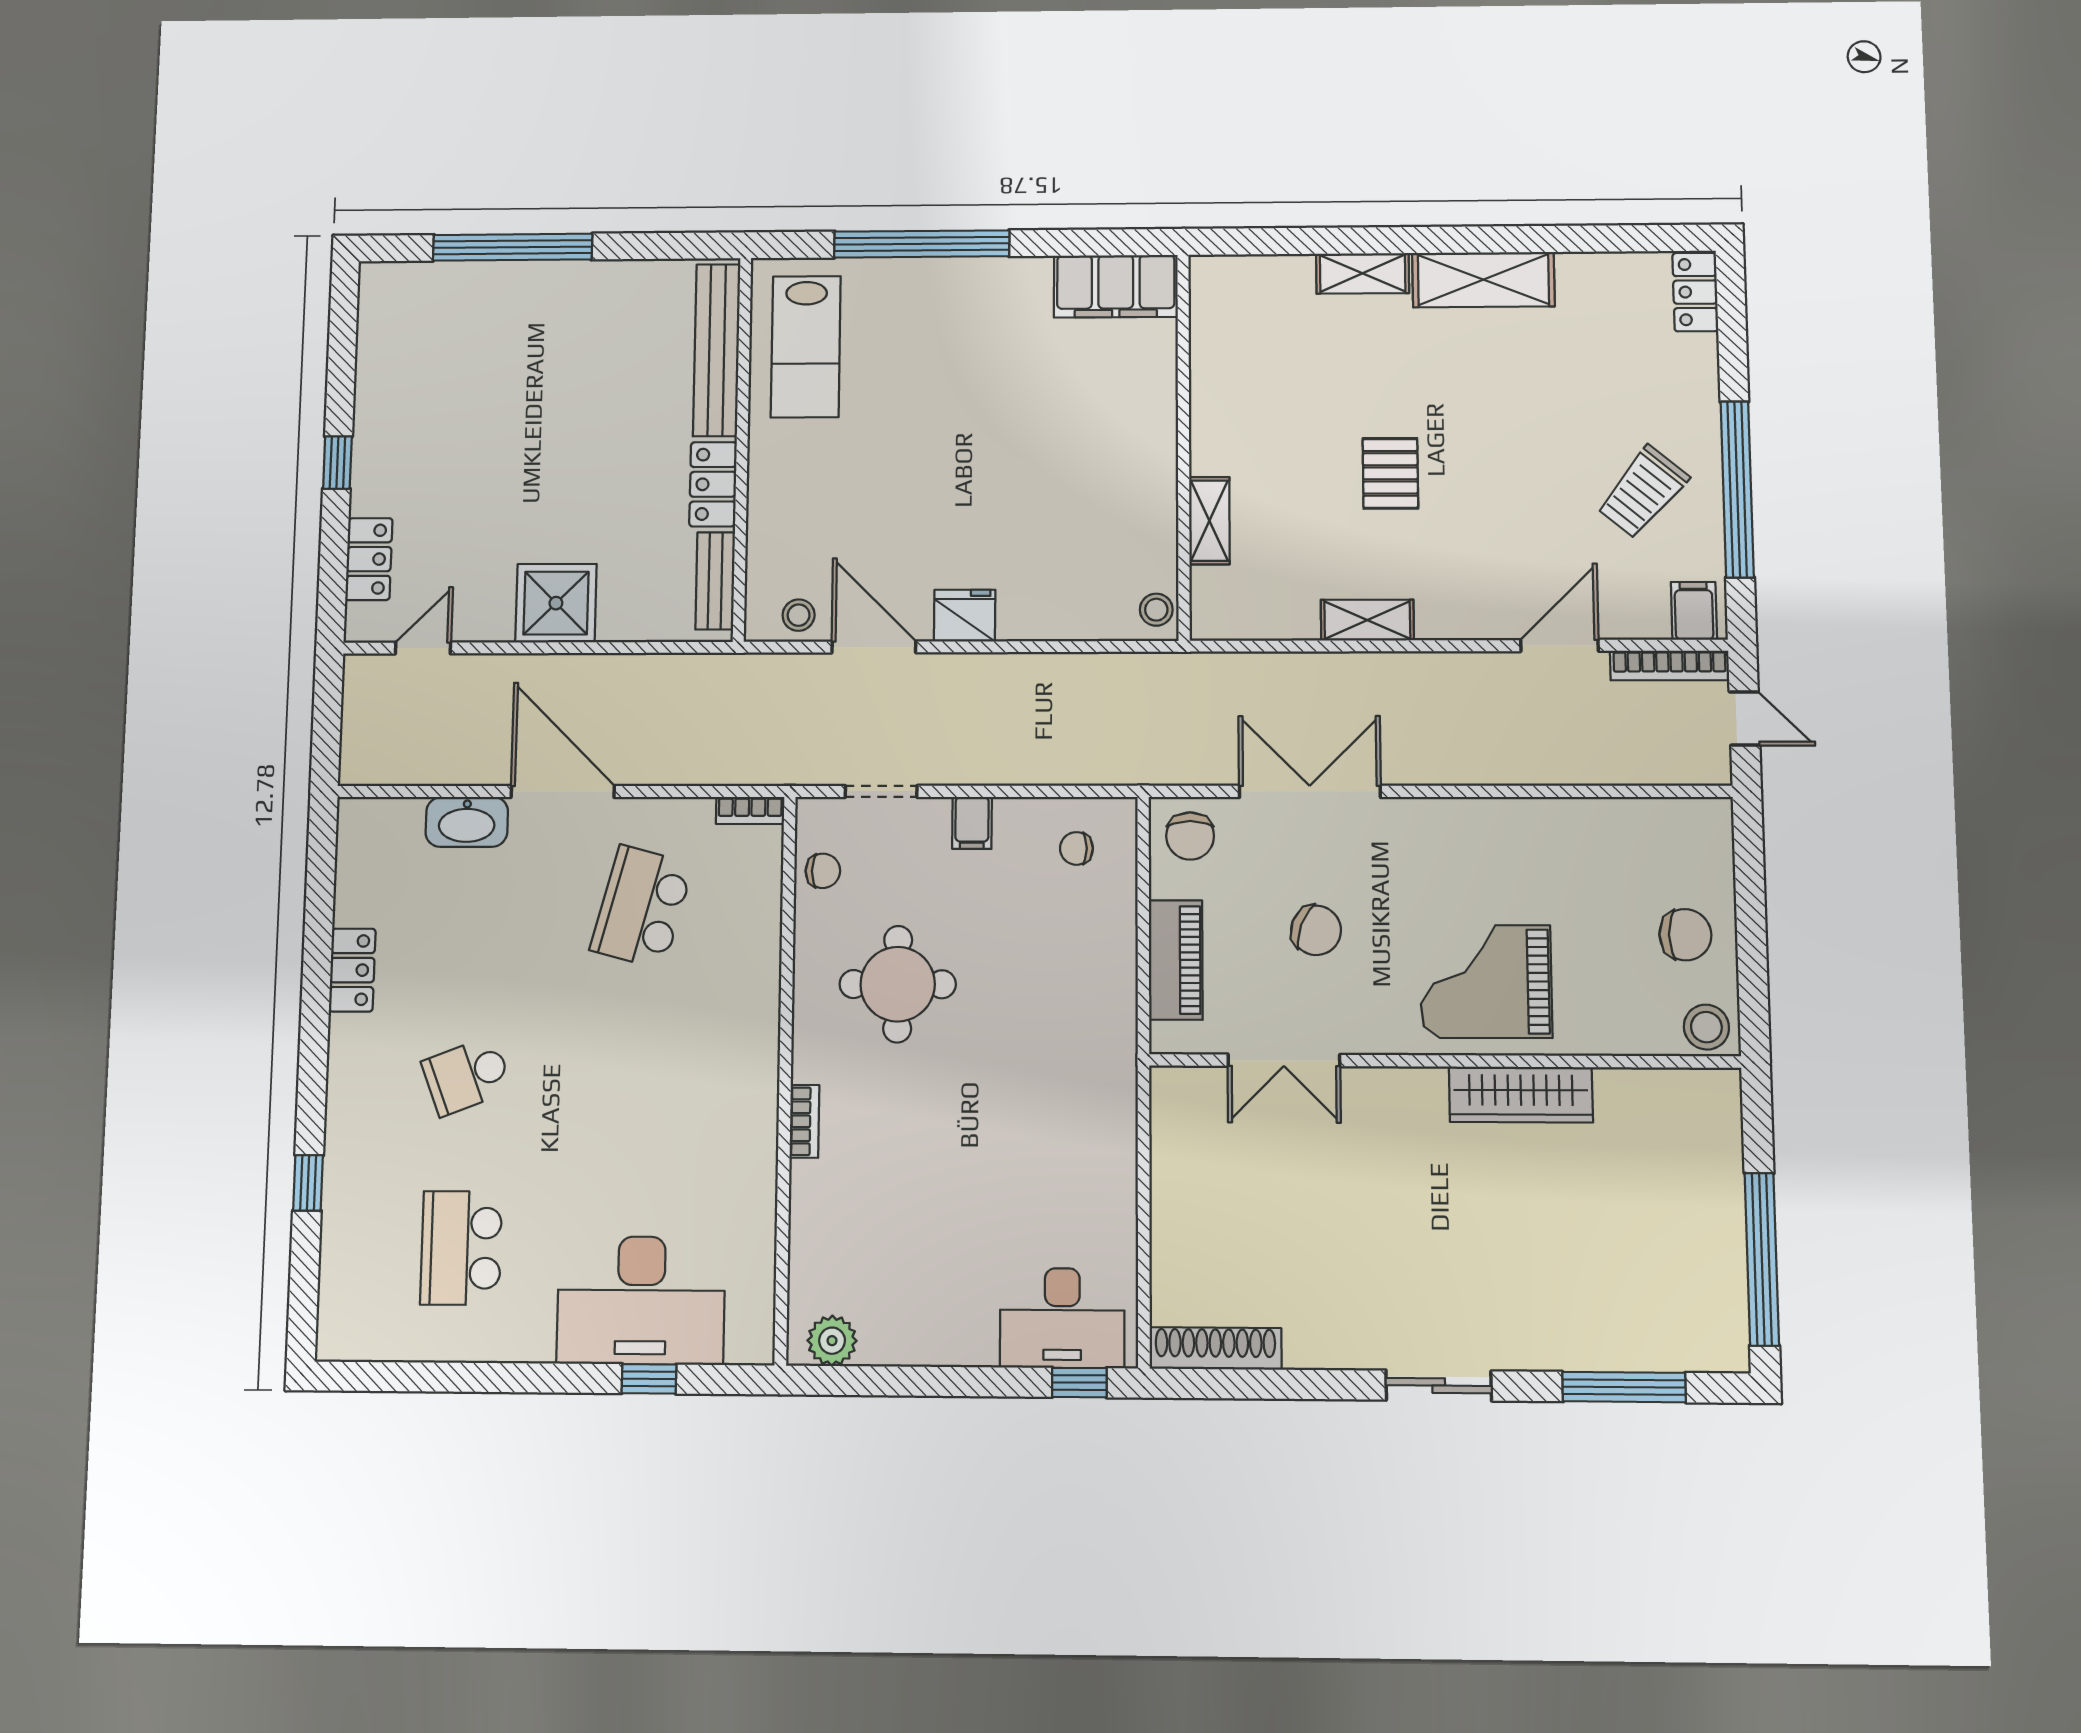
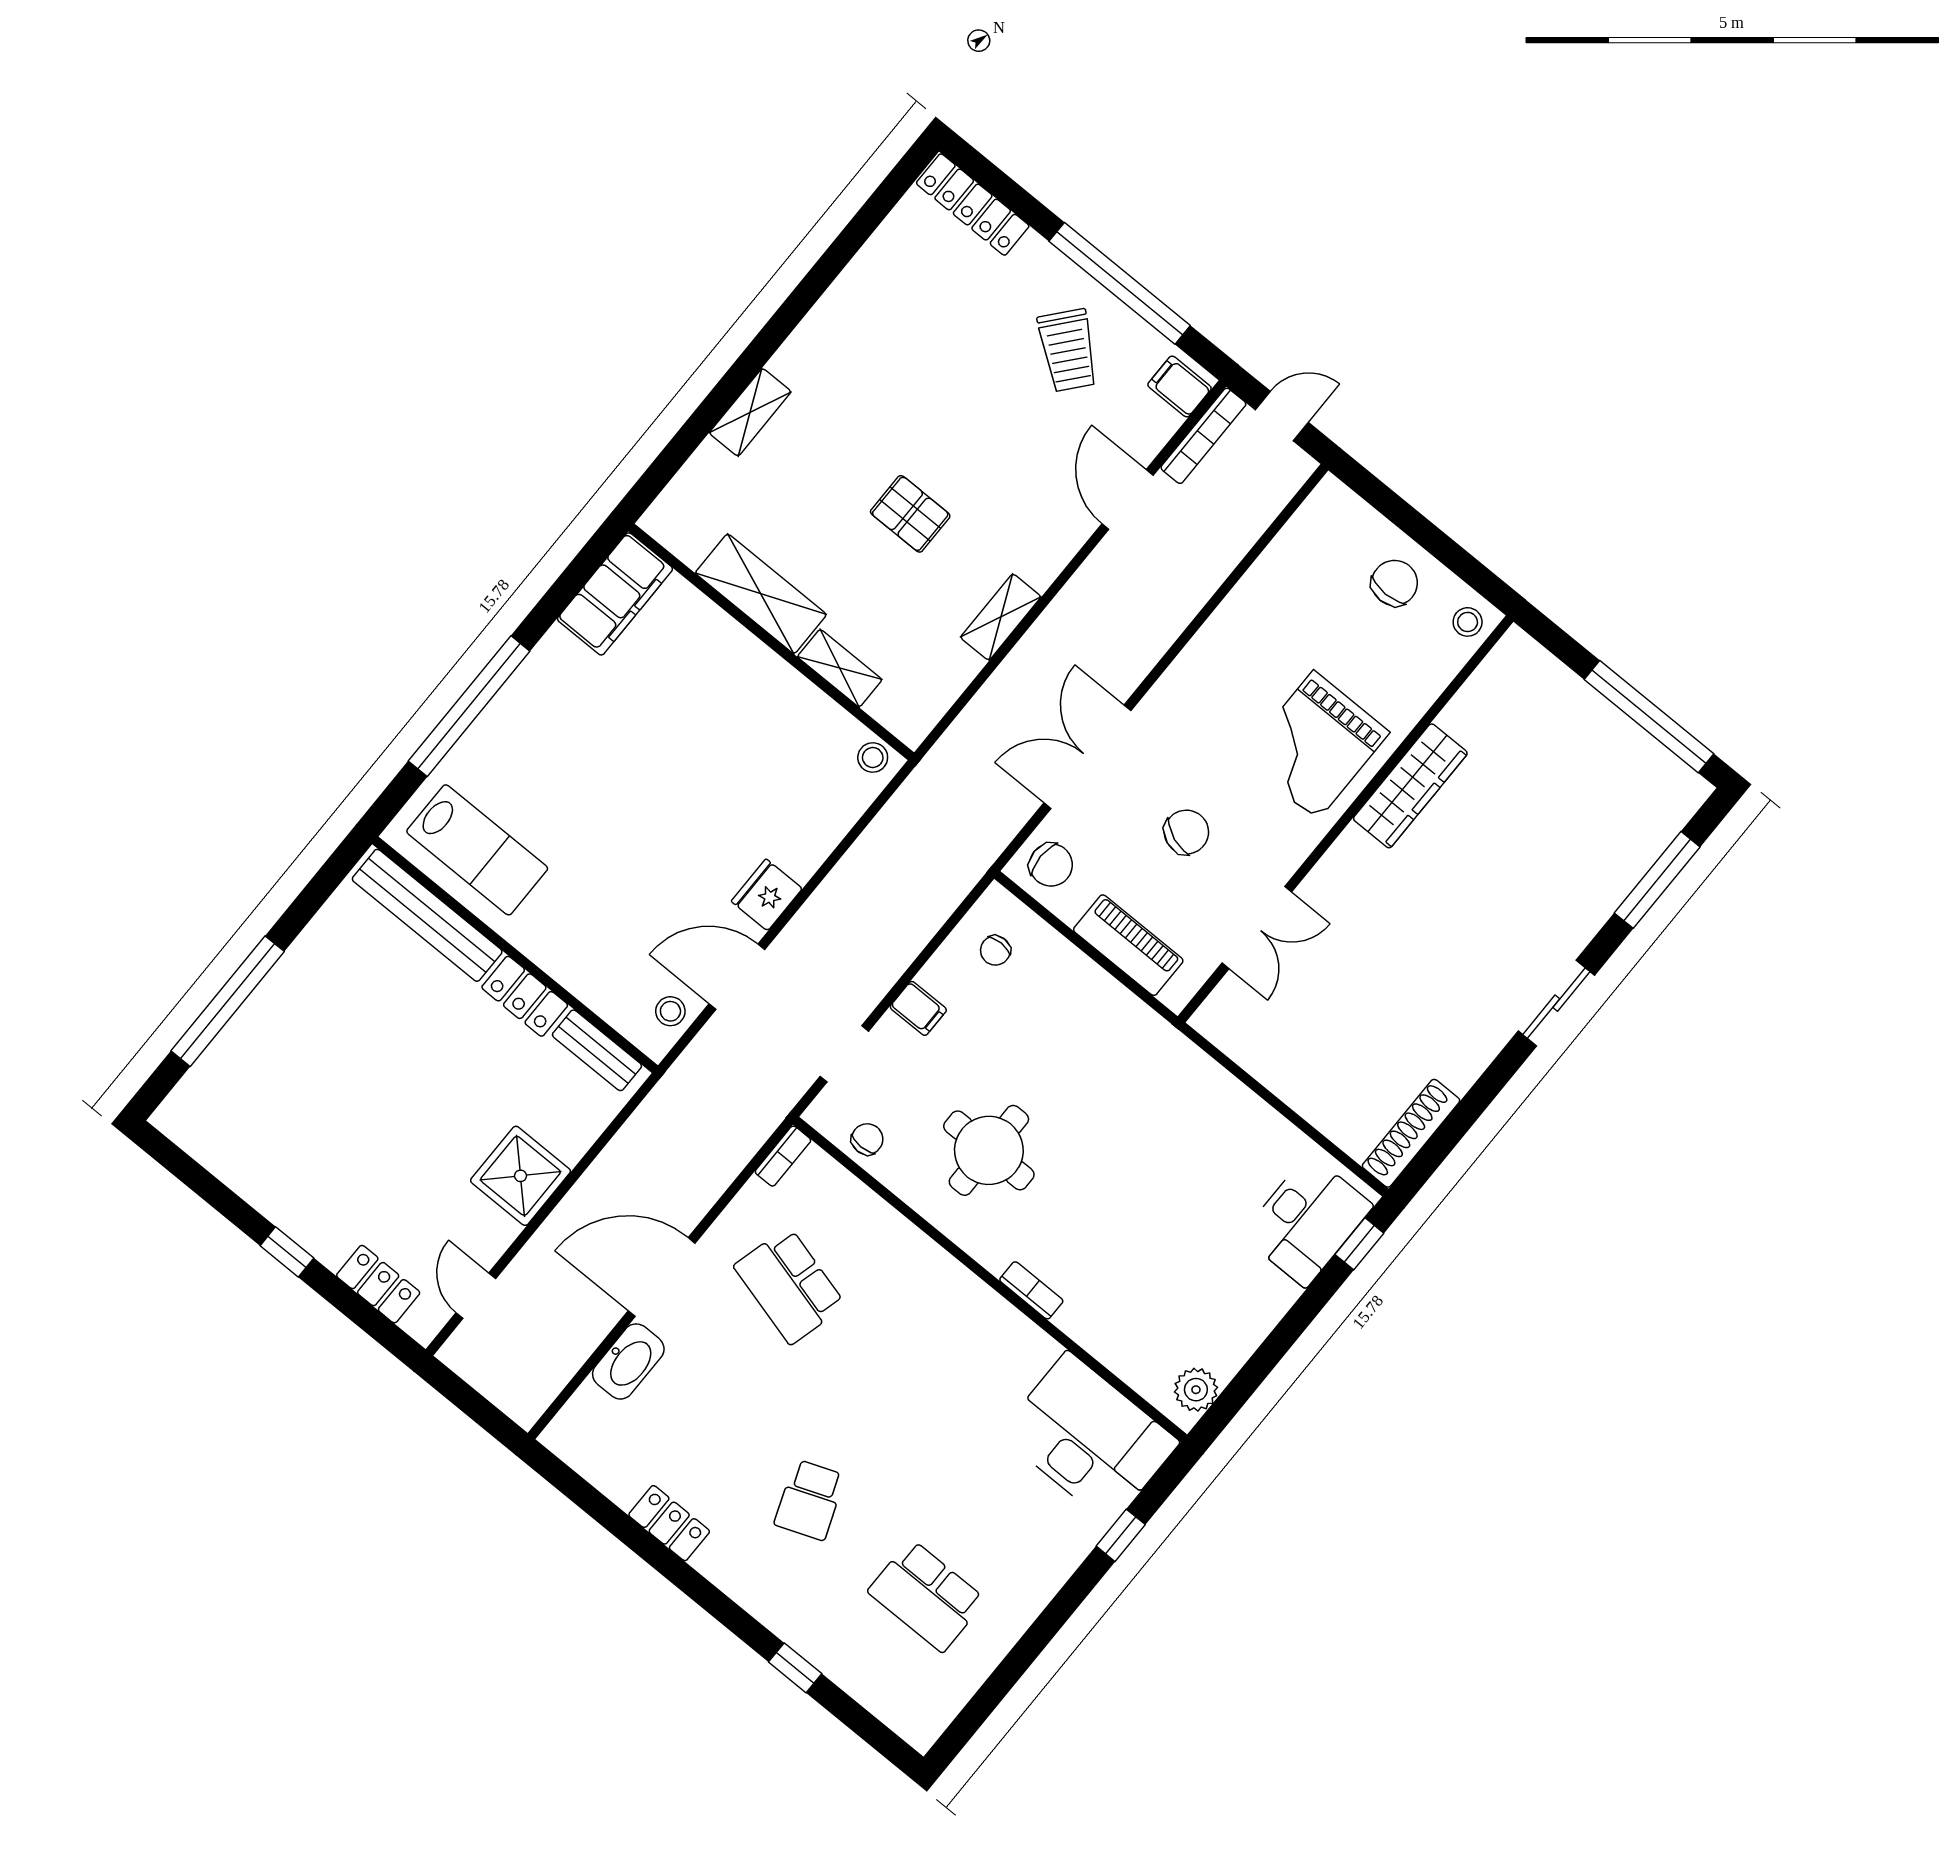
shelving: (1483, 280) -> (761, 594), moved, turned 90
locker: (1695, 292) -> (973, 205), width x1.53
stool: (1706, 1027) -> (1468, 622), width x0.73, depth x0.73
desk: (641, 1300) -> (1089, 1438), moved, turned -90

